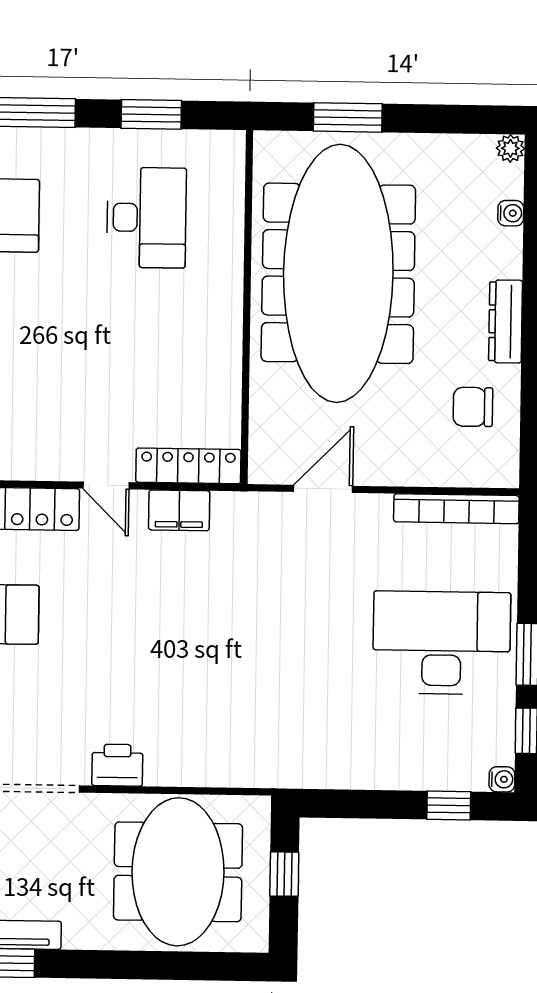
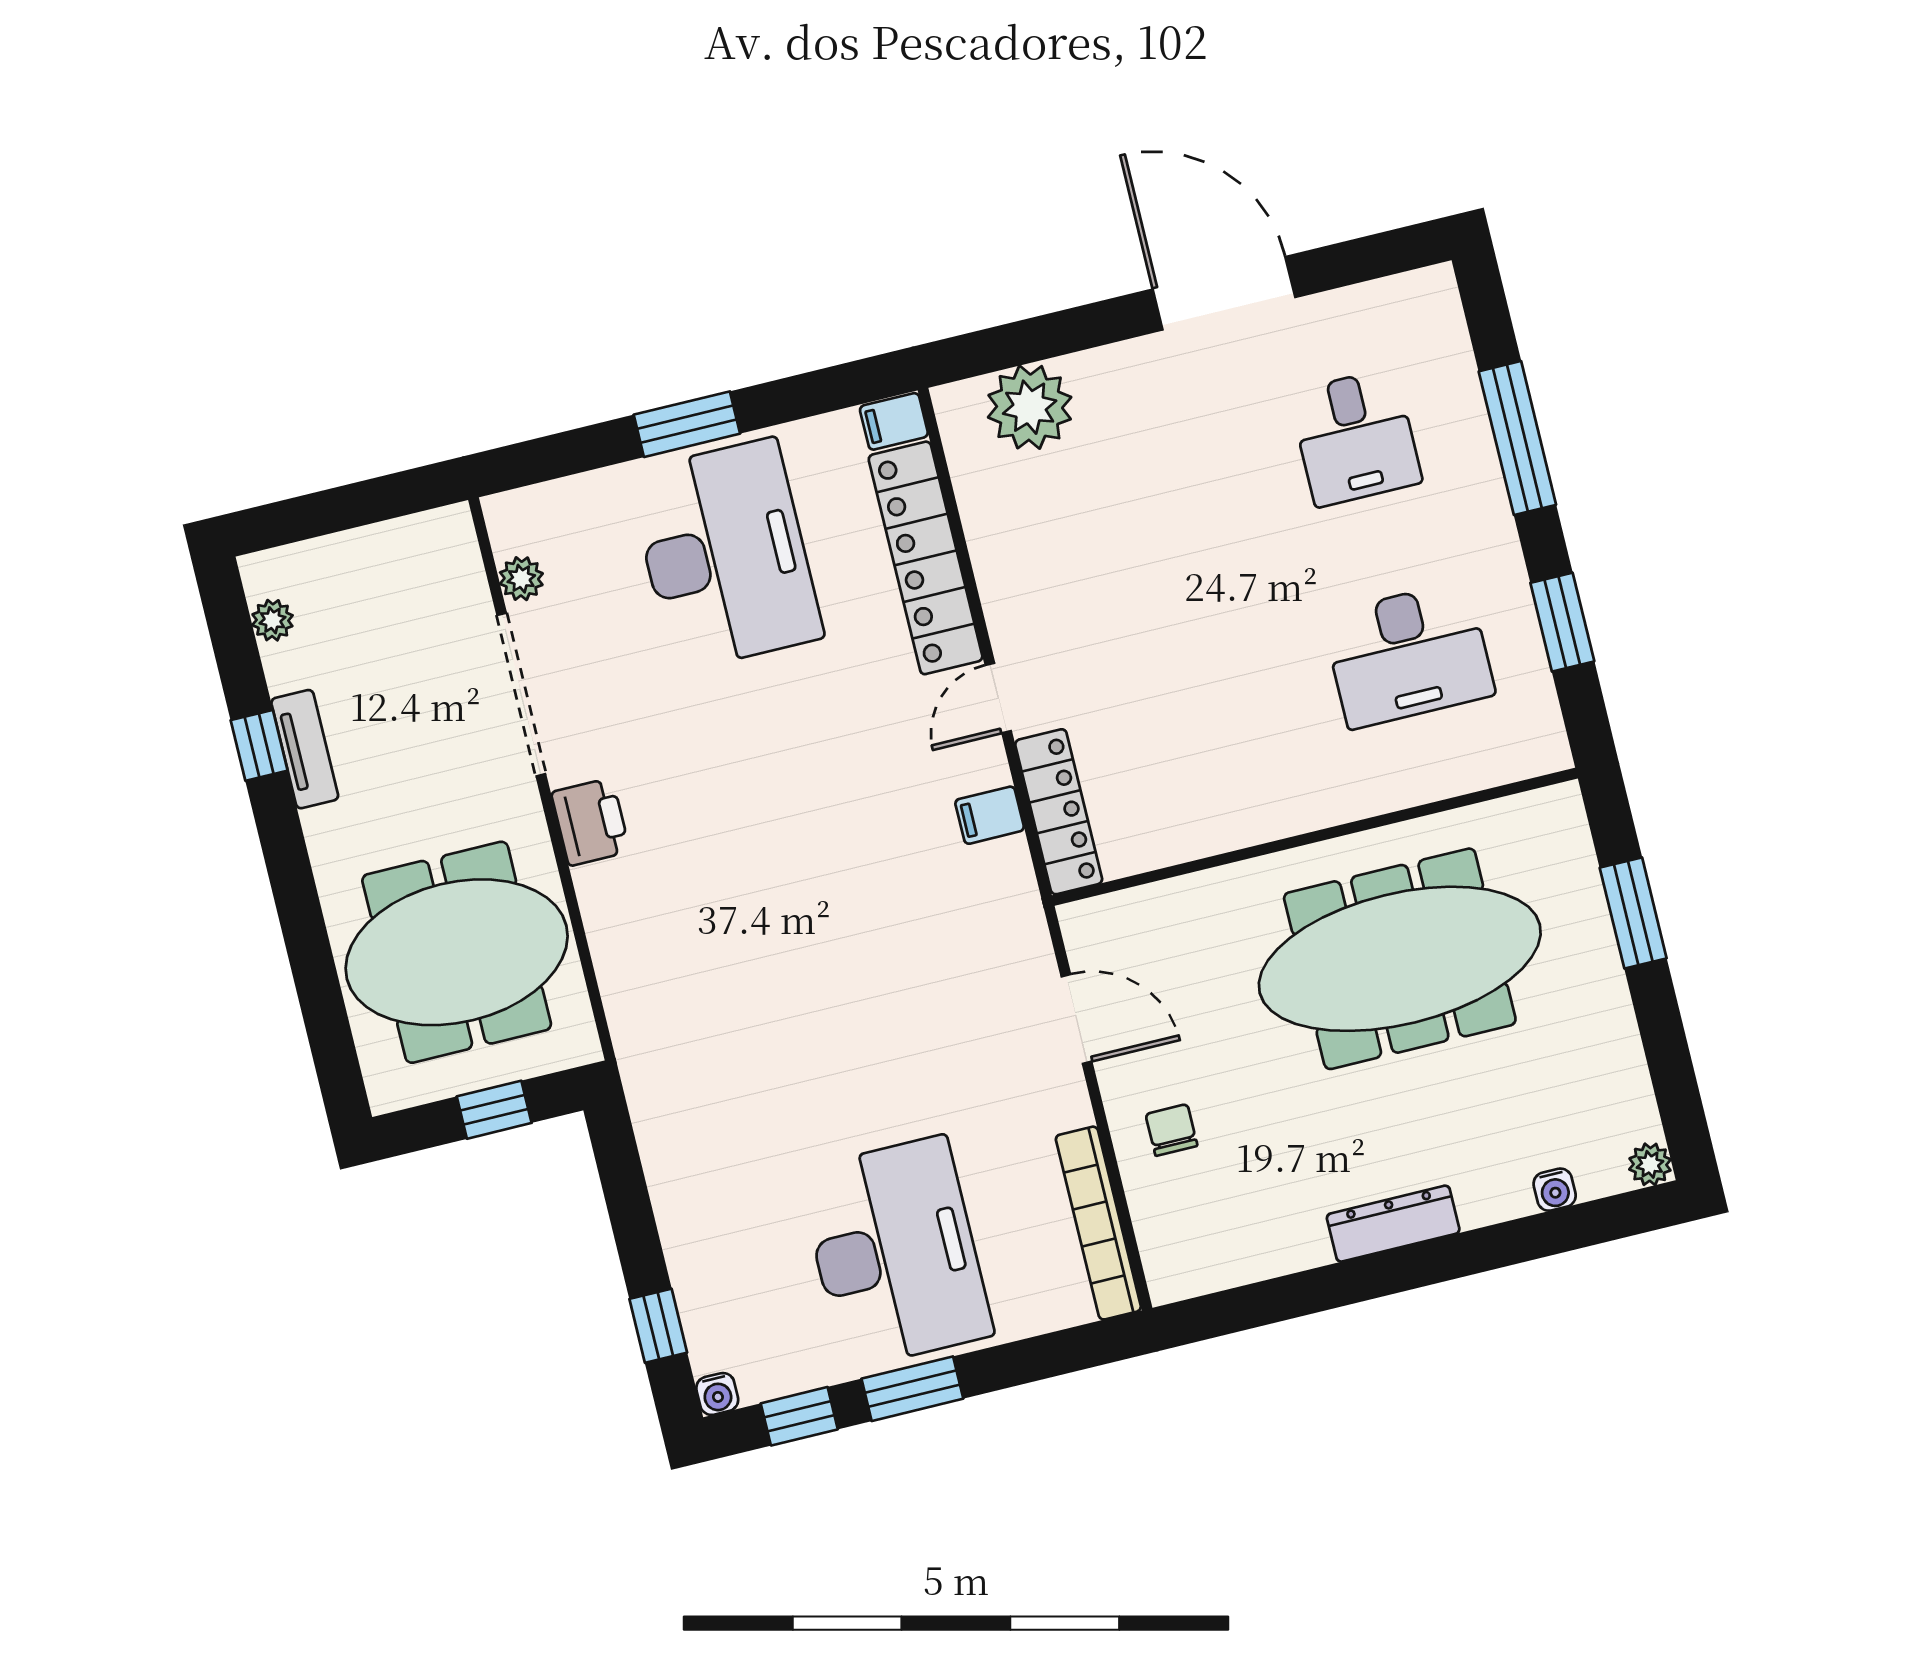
meeting table: (338, 273) -> (1400, 959), width x0.73, depth x0.79
chair: (473, 407) -> (1171, 1130), moved, width x0.73, depth x0.73
filing cabinet: (179, 510) -> (990, 815), width x0.50

